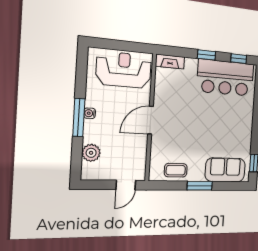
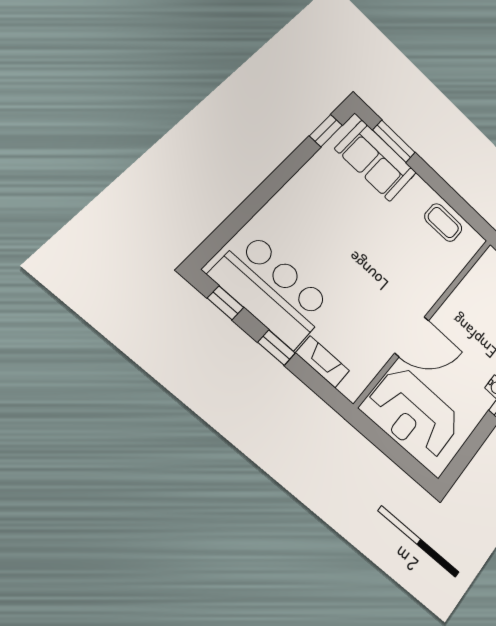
fireplace: (170, 62) -> (322, 362), moved
door: (150, 120) -> (412, 337), moved
window: (200, 186) -> (394, 141), moved

